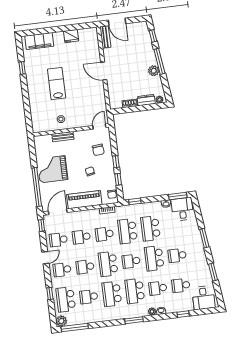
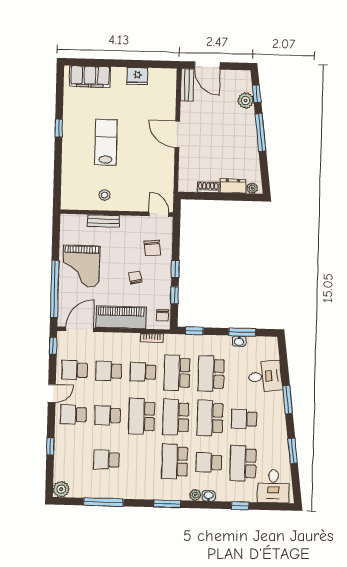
window: (22, 68) -> (59, 128), moved
plant: (154, 71) -> (246, 101), moved
door: (99, 126) -> (159, 214), hinge flipped
grand piano: (52, 169) -> (81, 266), turned -90
window: (178, 196) -> (242, 332), moved
desk: (182, 209) -> (265, 376), moved, turned 83
school desk: (131, 261) -> (176, 417), width x1.85
school desk: (181, 285) -> (243, 463), width x1.85
school desk: (112, 294) -> (141, 461), removed
school desk: (66, 300) -> (72, 459), removed
window: (75, 327) -> (103, 502), moved

